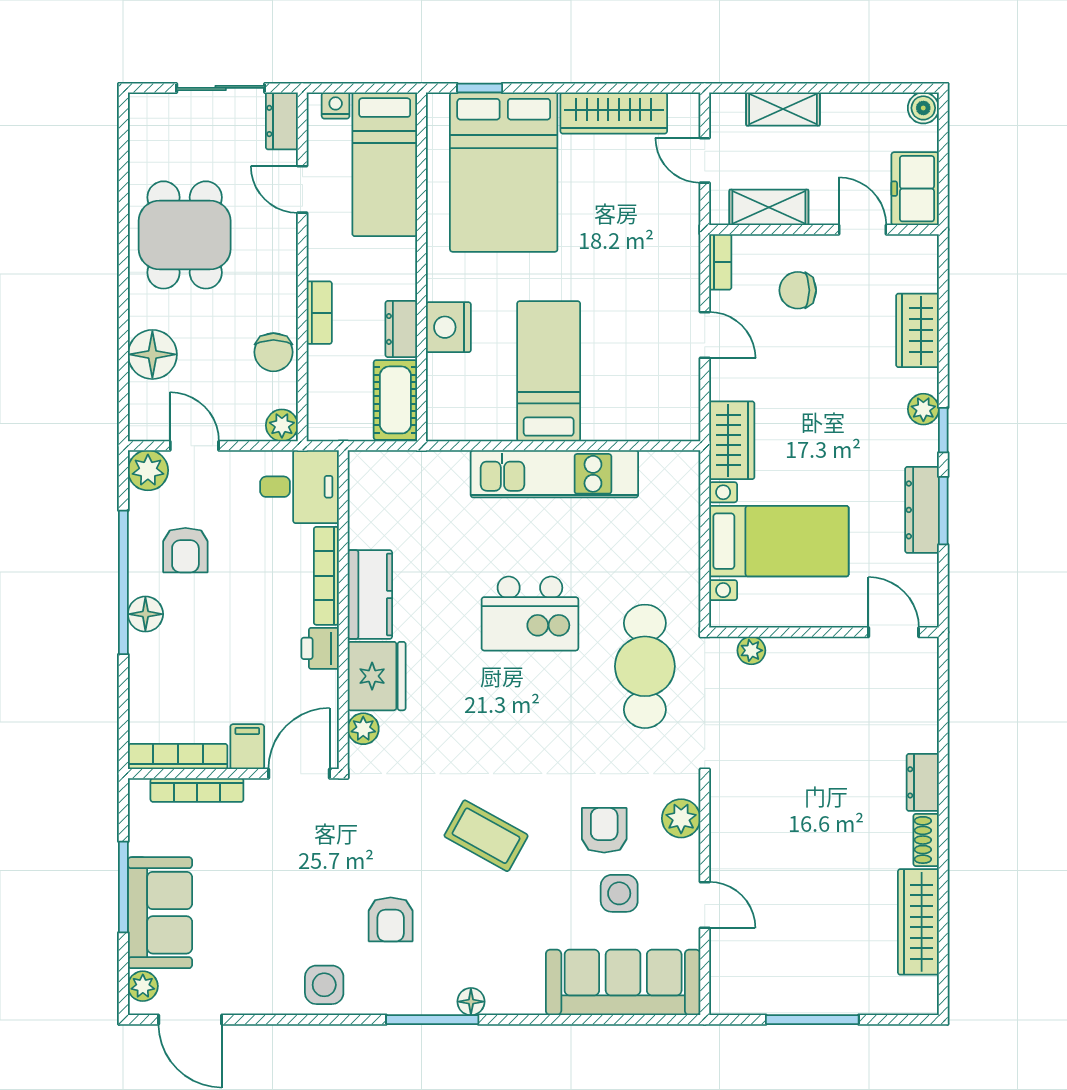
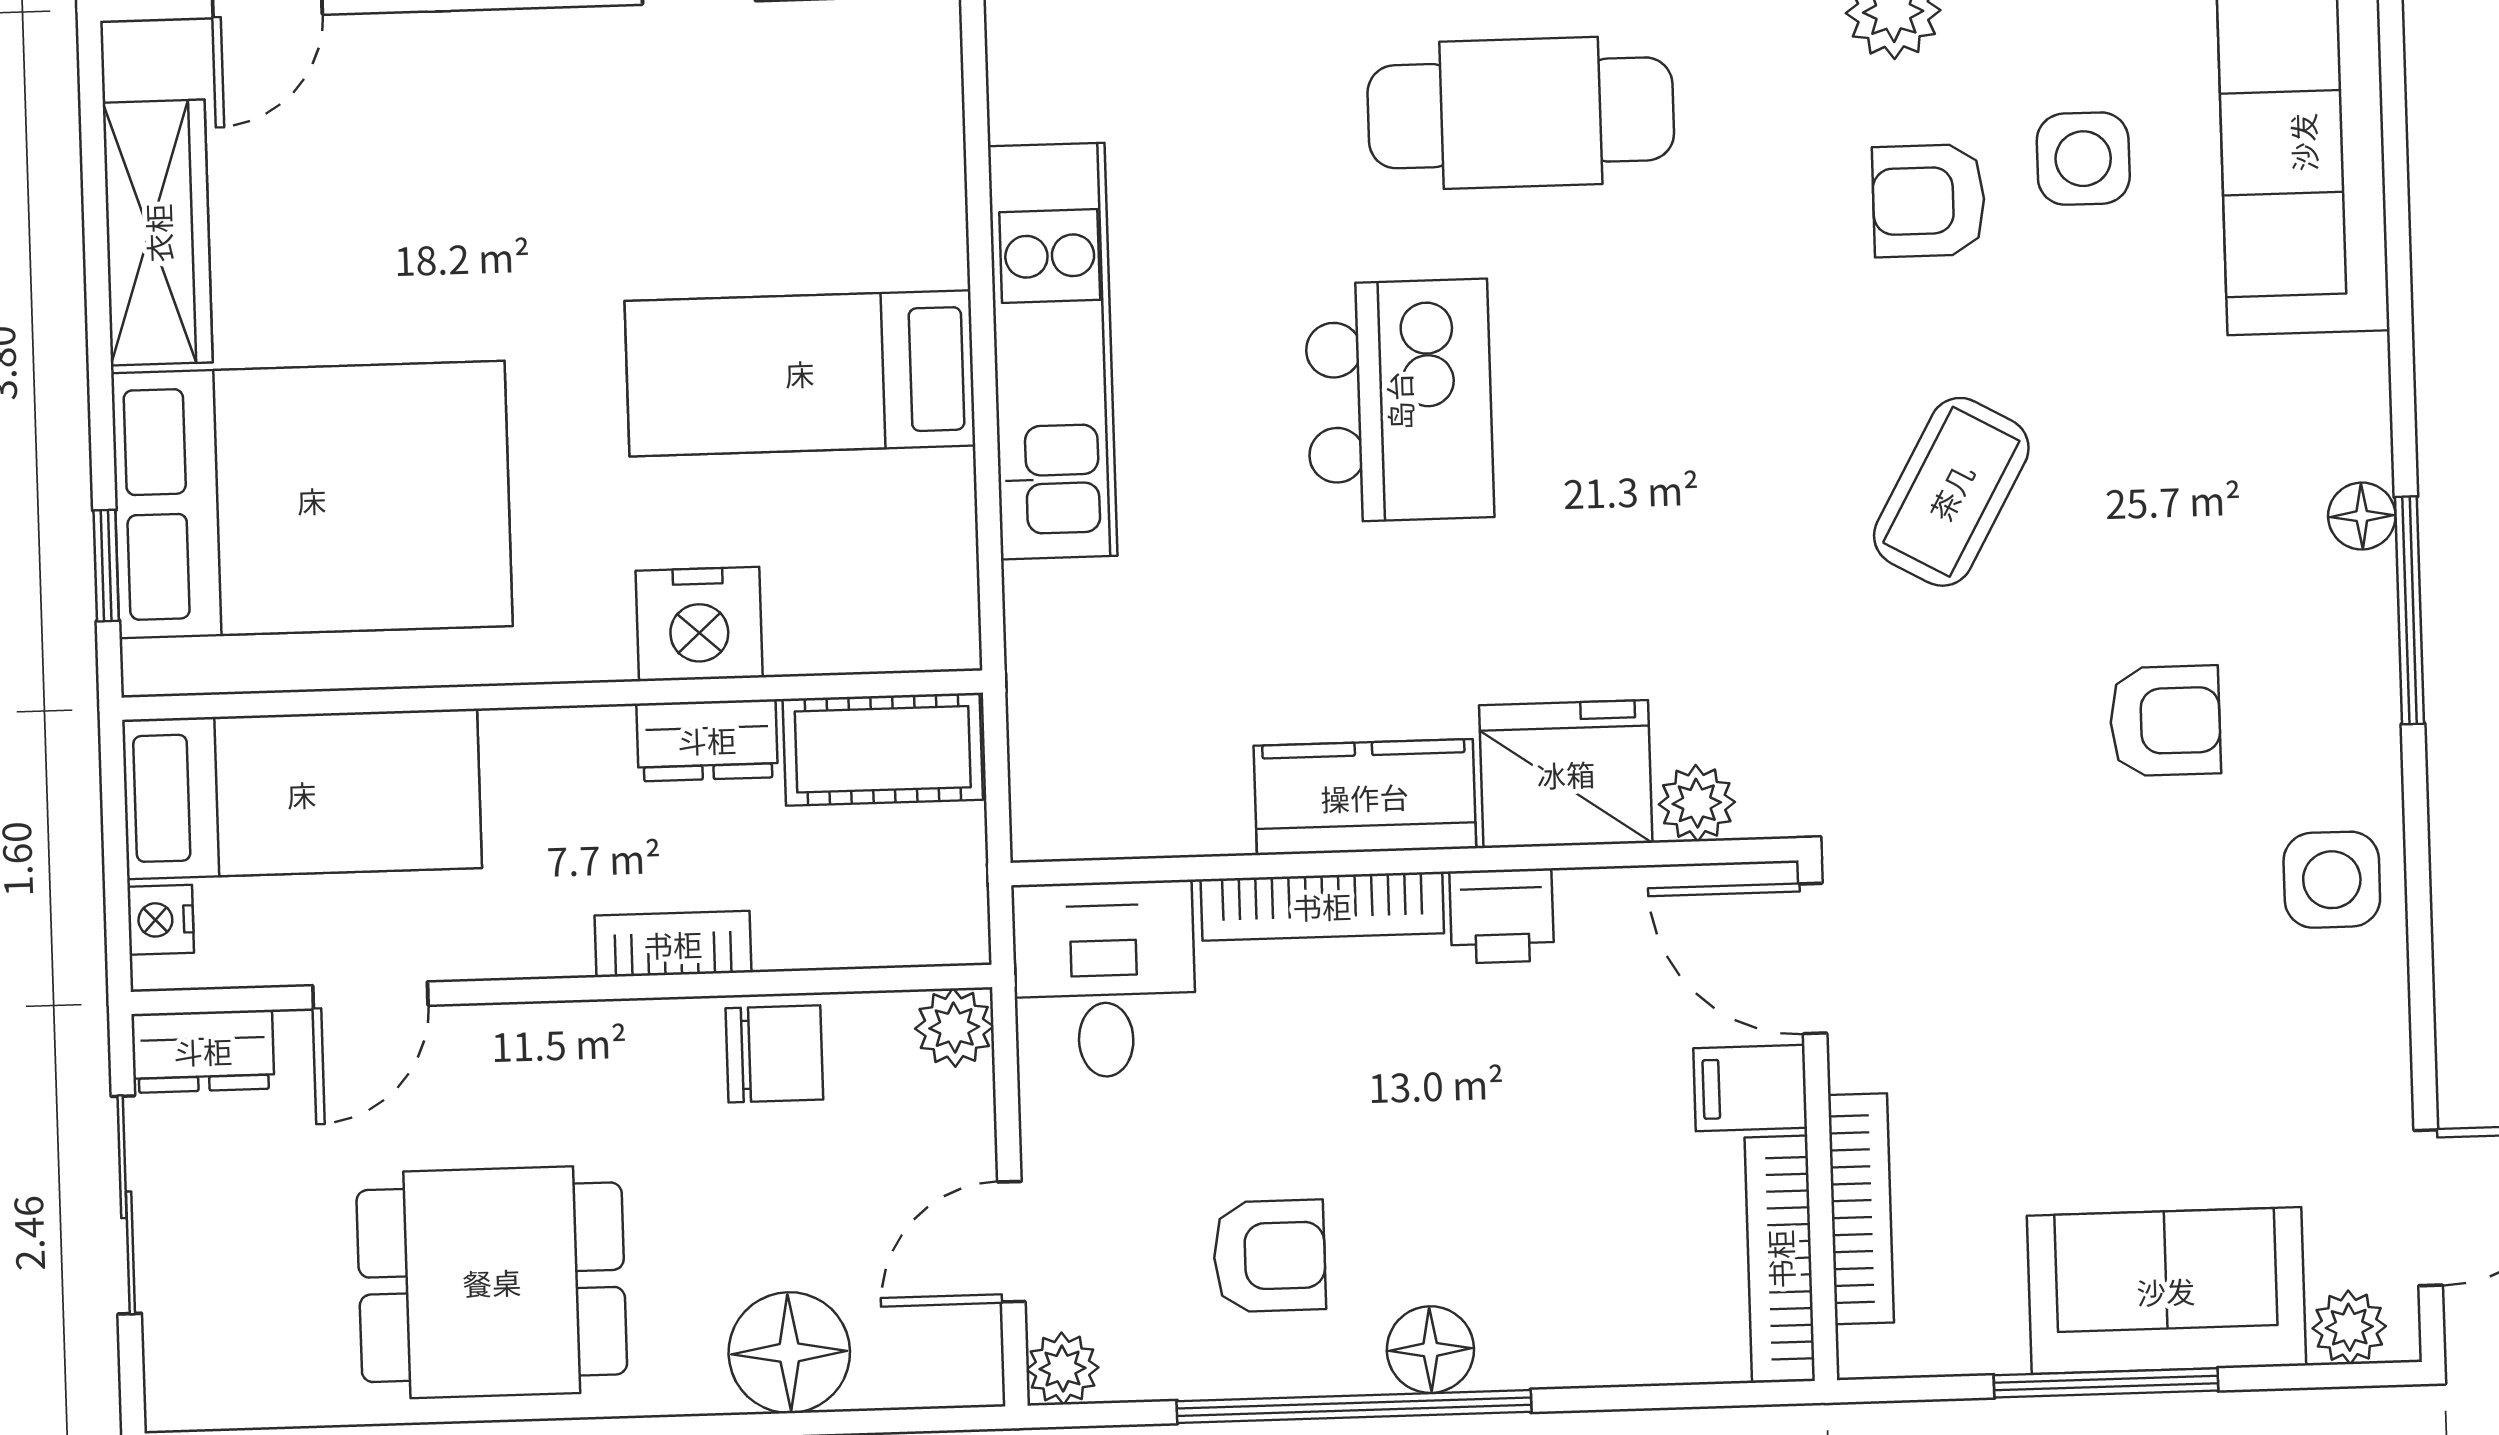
plant: (148, 470) -> (1063, 1368), width x0.73, depth x0.73

